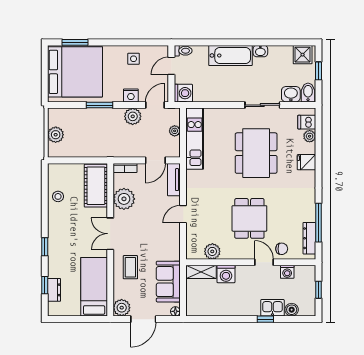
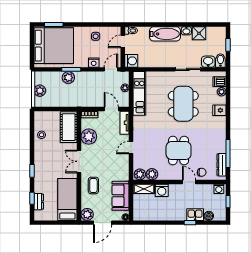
shower: (303, 55) -> (199, 33), moved
plant: (133, 116) -> (68, 78), moved
door: (155, 160) -> (111, 109), swing flipped
plant: (195, 252) -> (140, 174), added
washing machine: (287, 272) -> (219, 189), moved

